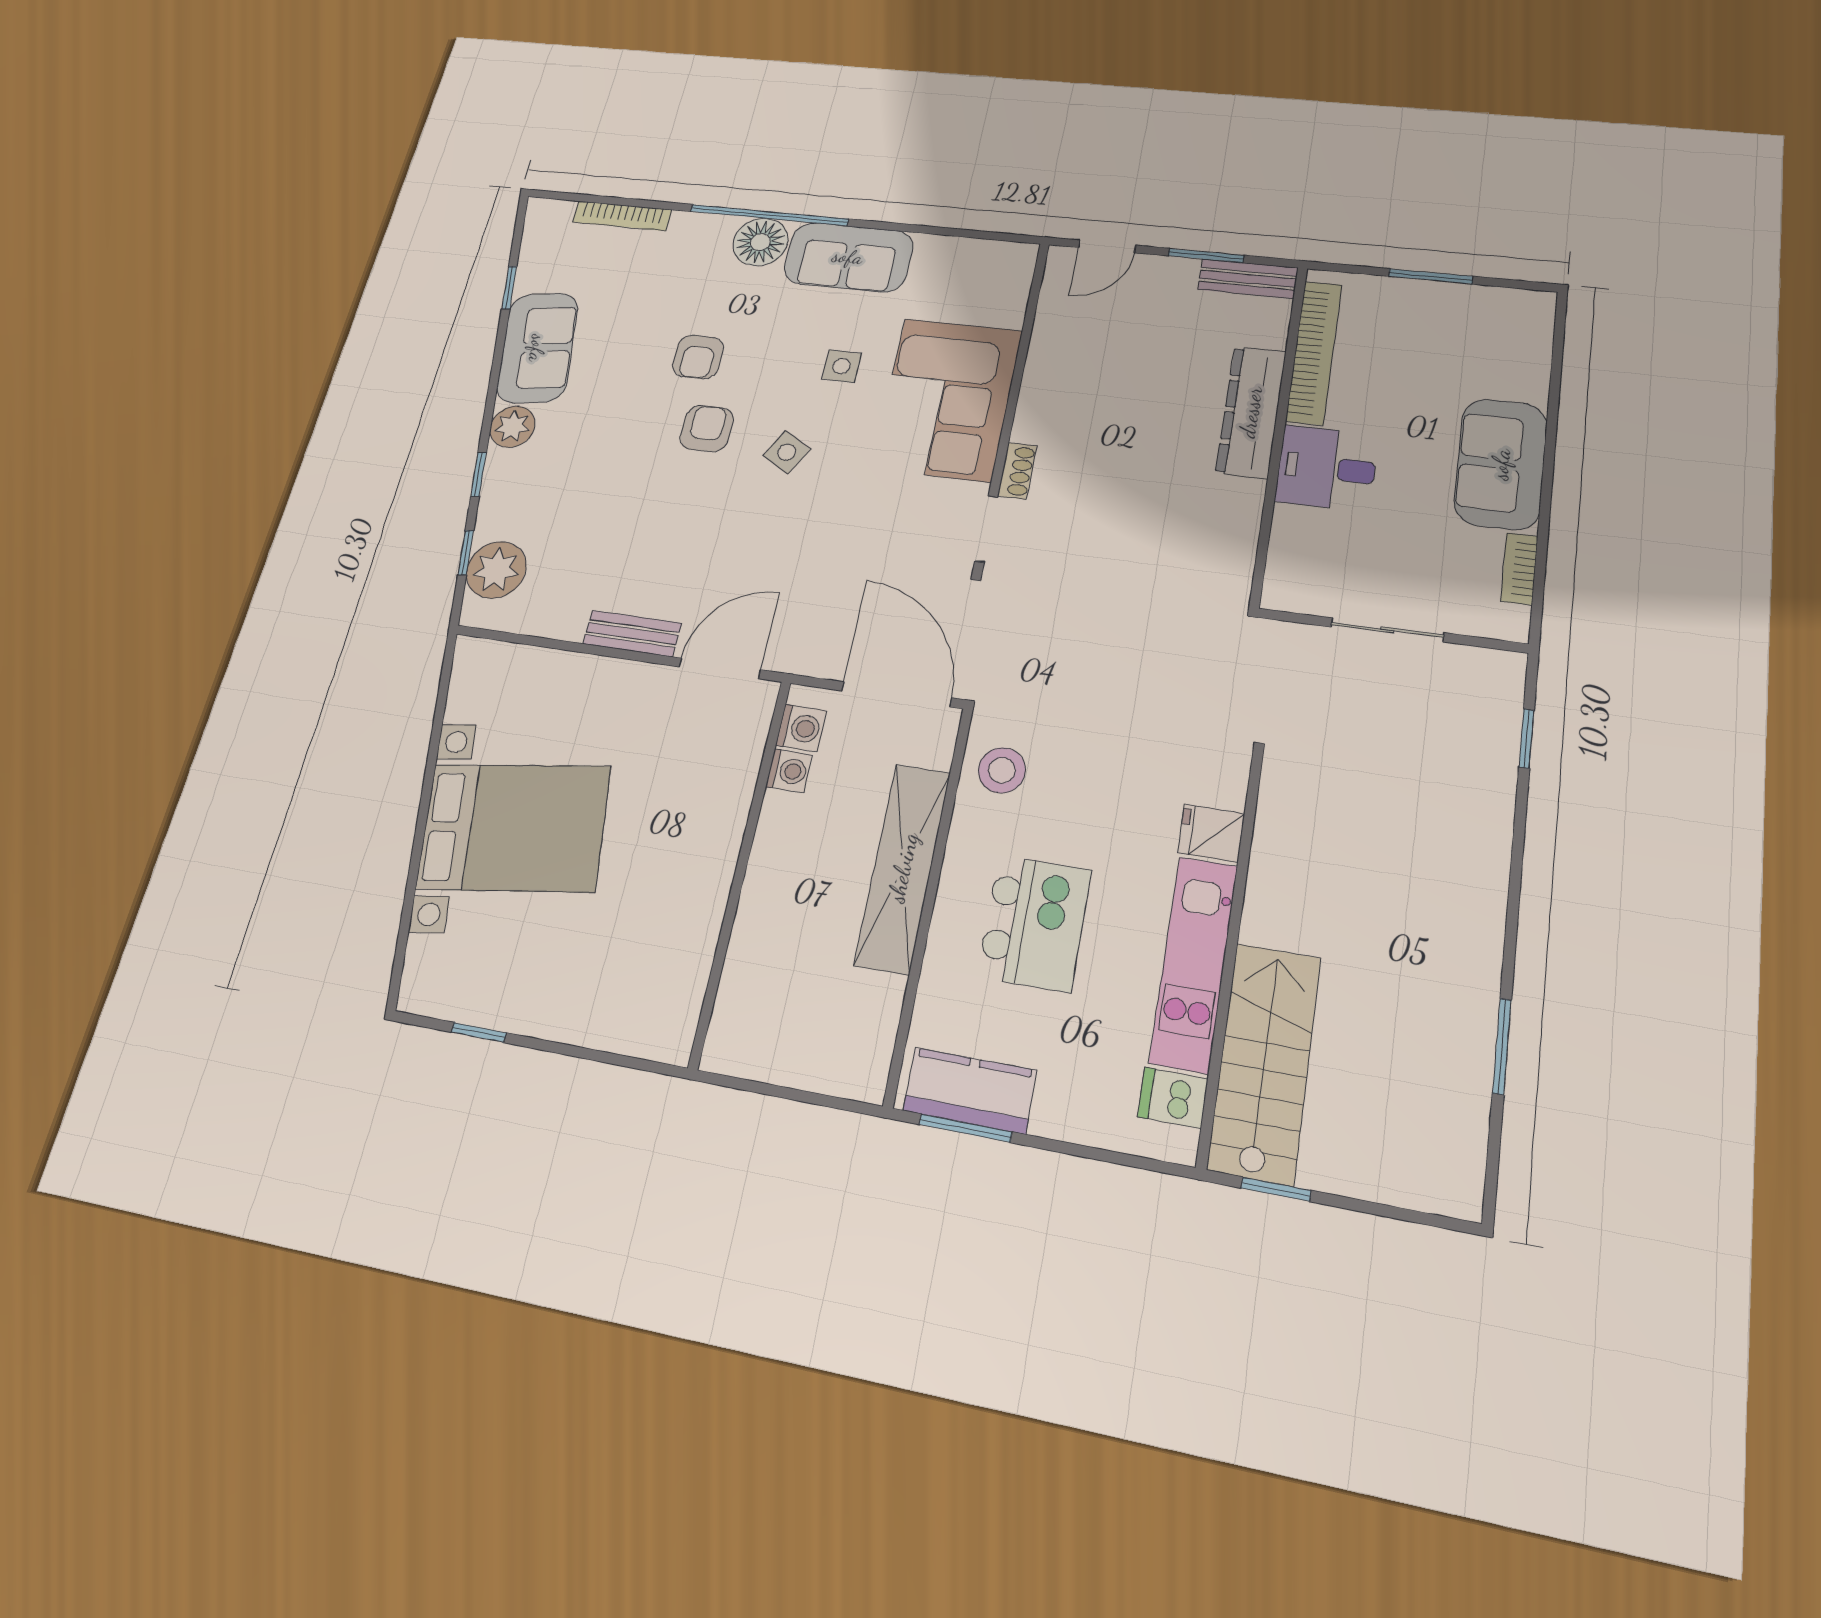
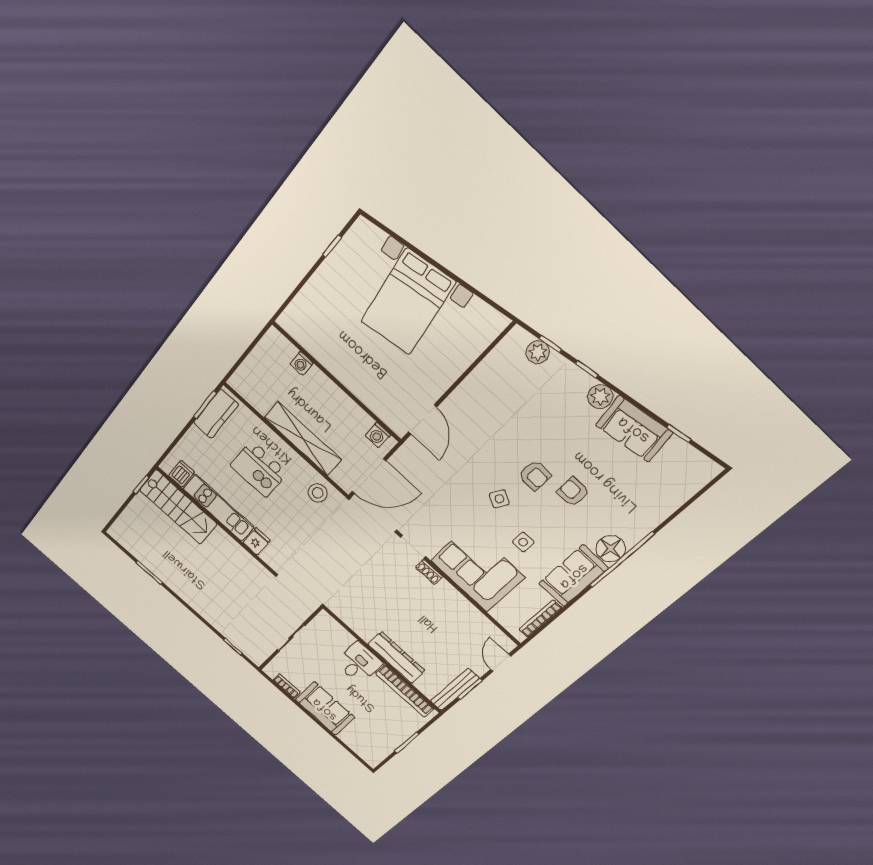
bookcase: (622, 216) -> (540, 619), moved
bench: (1248, 279) -> (455, 690), width x1.36
plant: (496, 570) -> (538, 352), width x0.73, depth x0.73
bench: (632, 634) -> (461, 394), removed
washing machine: (789, 771) -> (302, 363), moved

